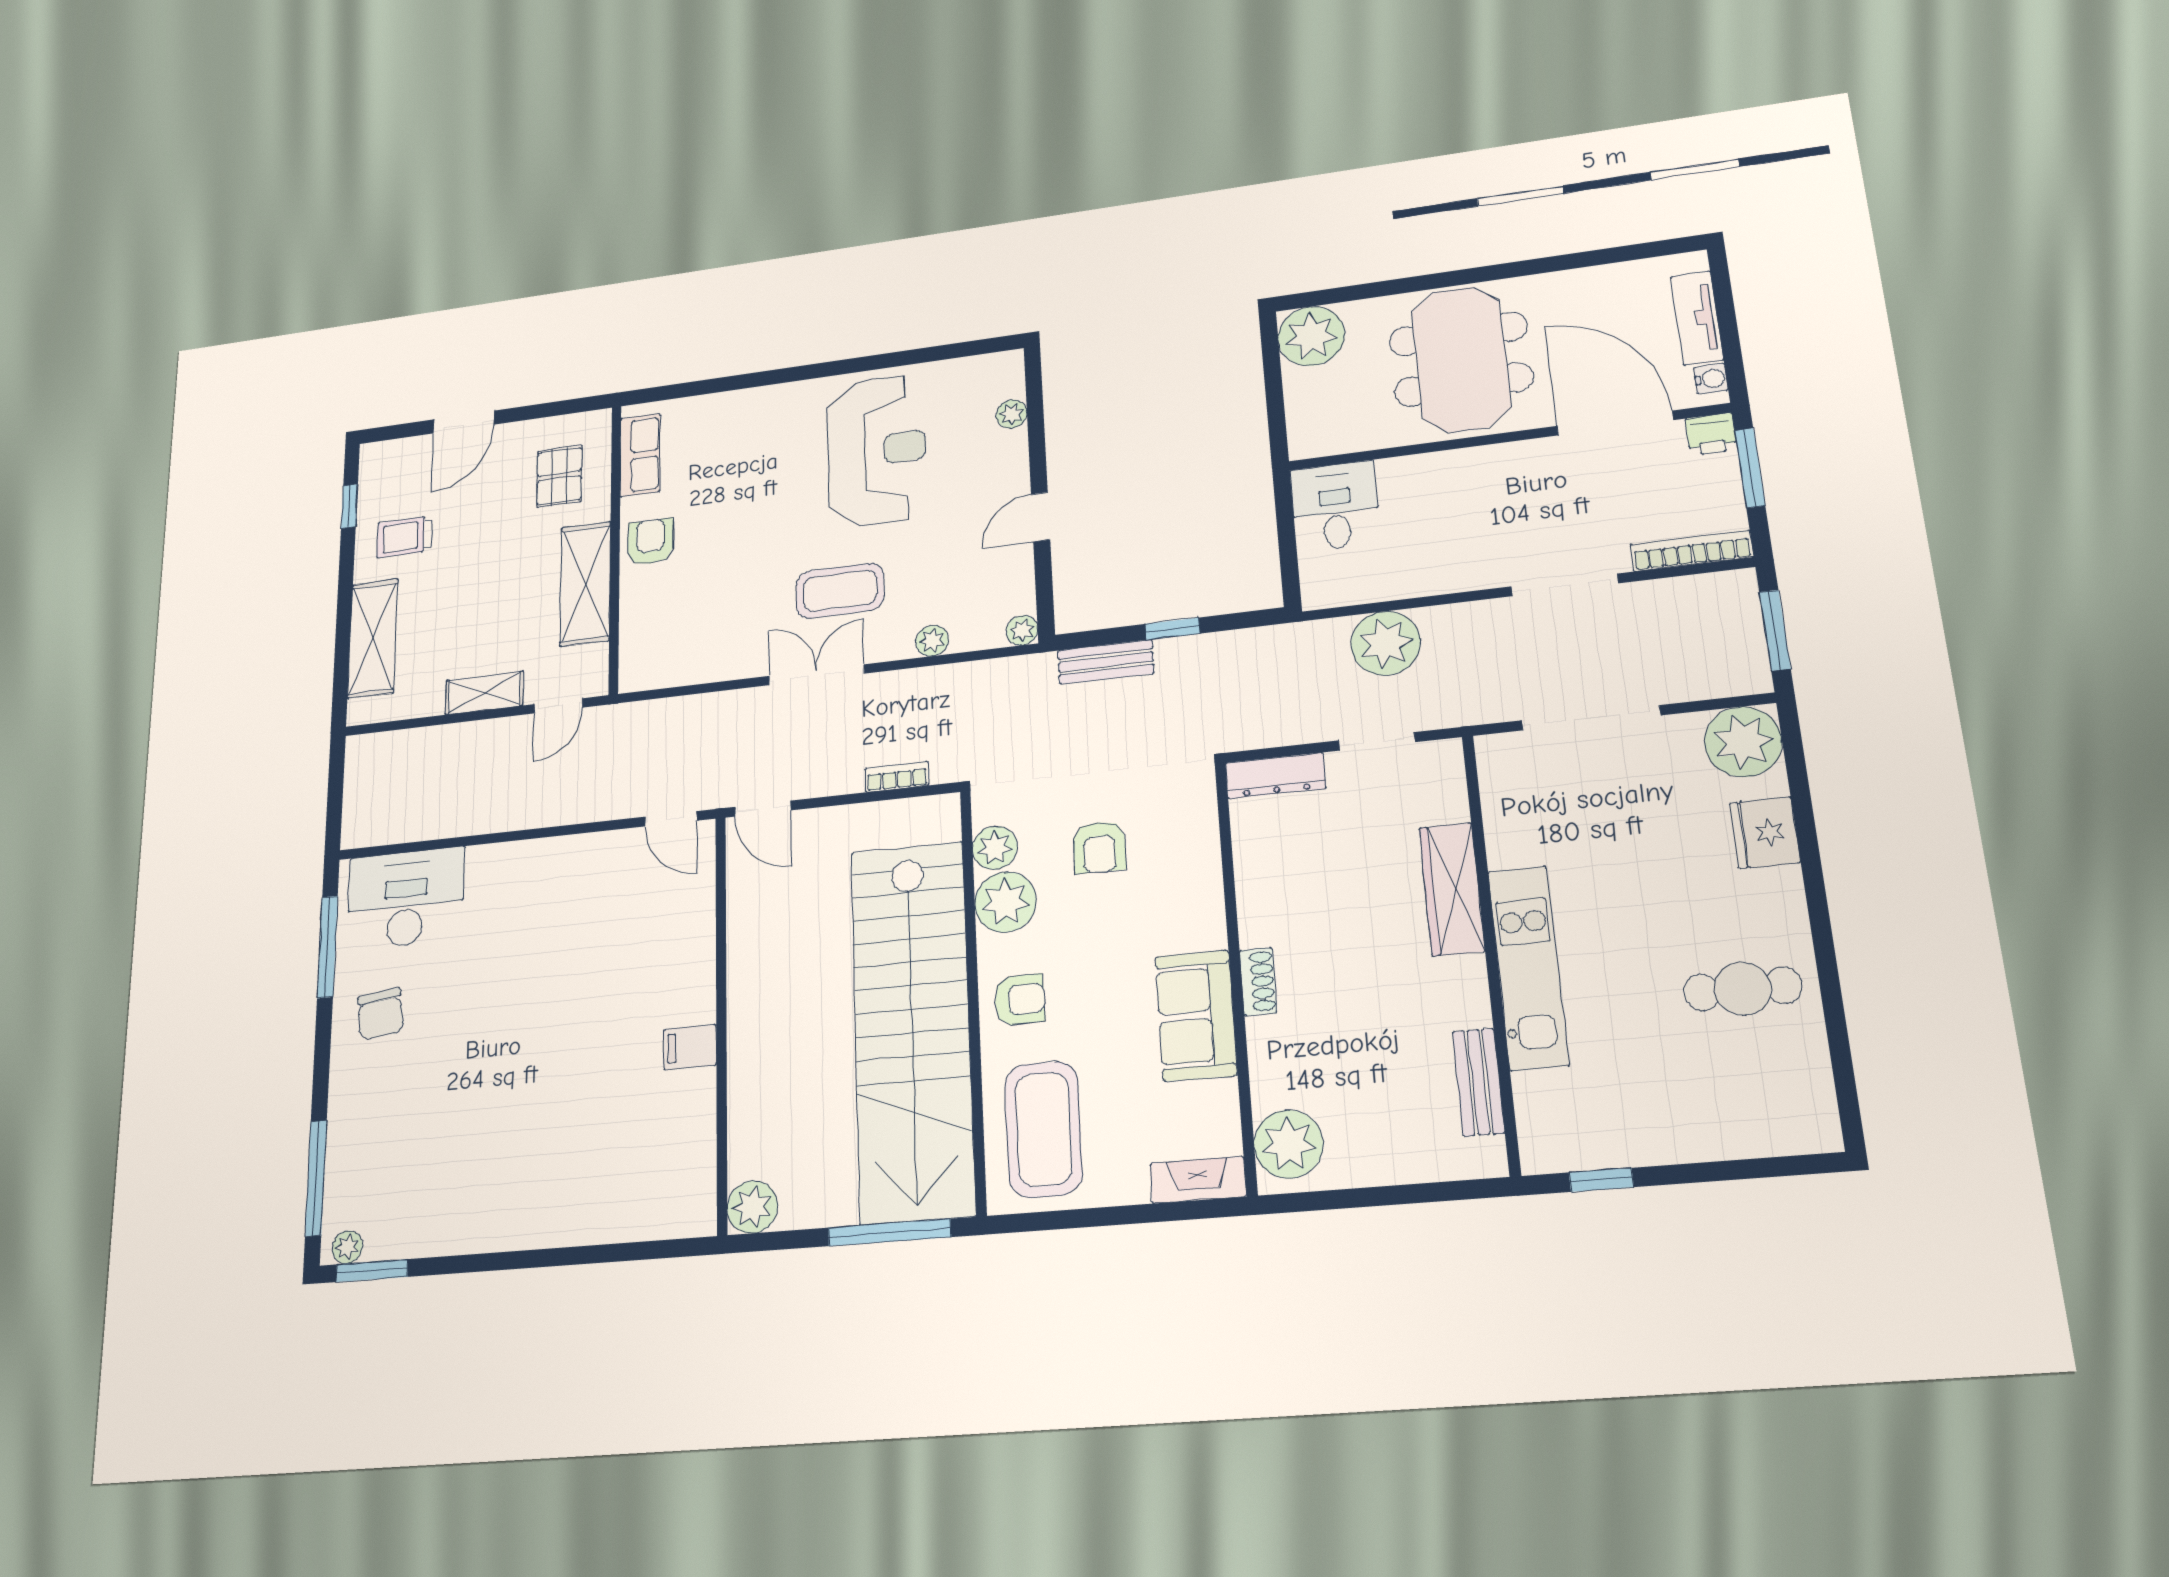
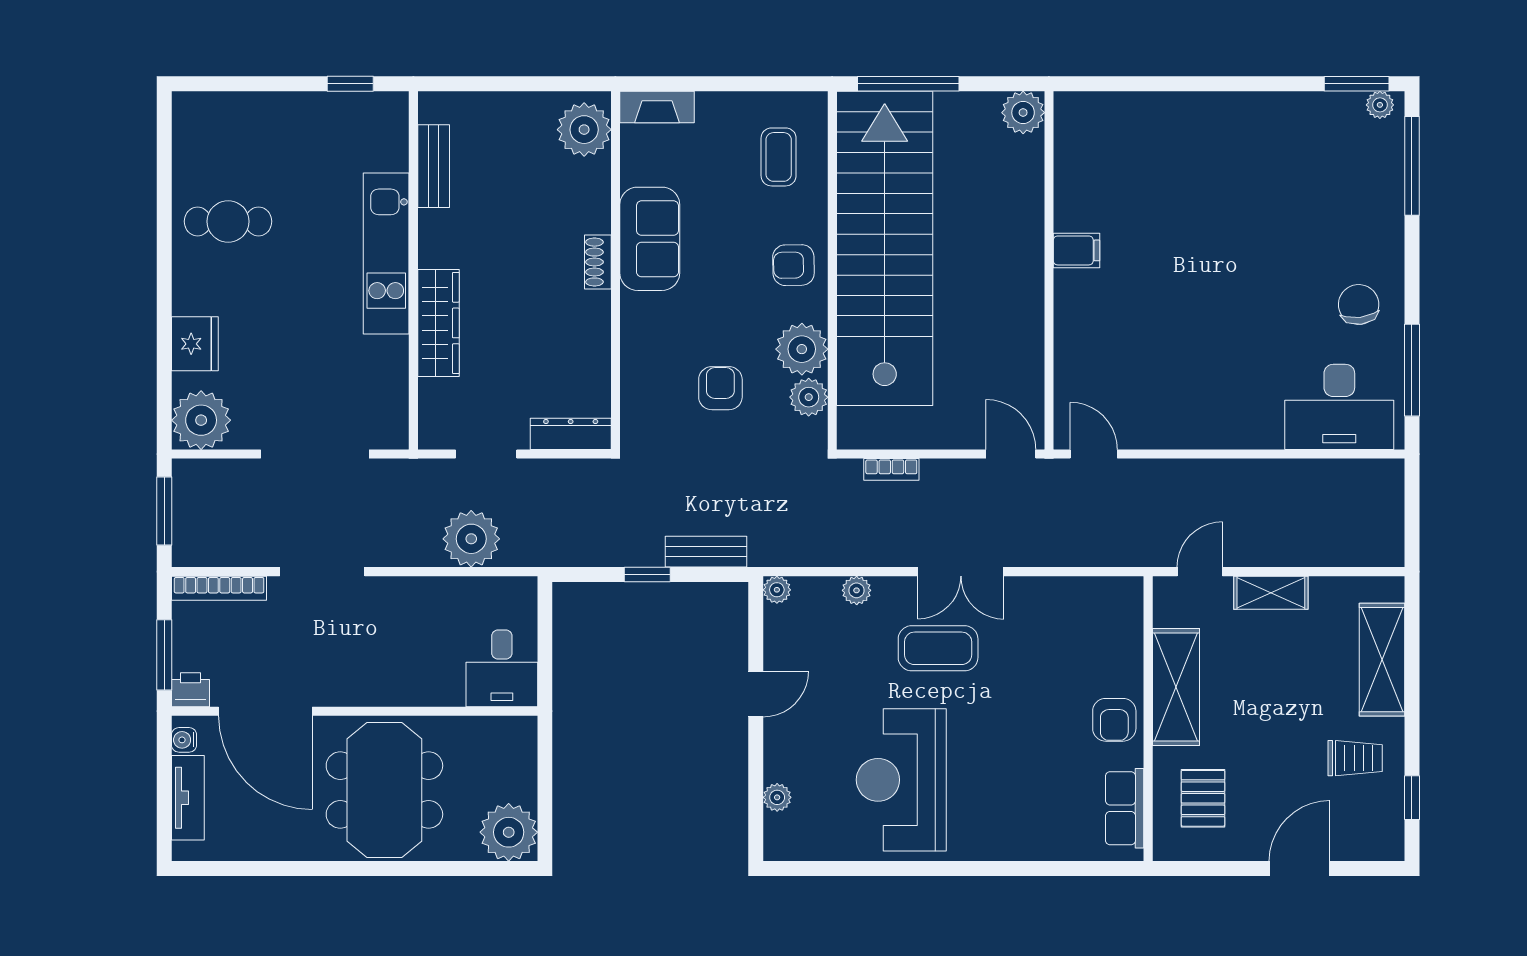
coffee table: (1043, 1129) -> (779, 157), width x0.54, depth x0.58

